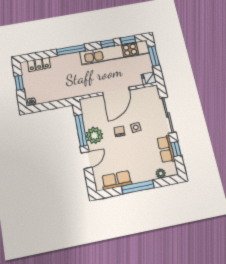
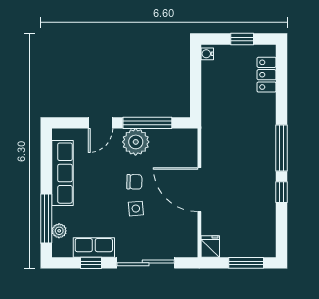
window: (128, 40) -> (281, 227), removed
window: (71, 50) -> (281, 148), moved
kitchen unit: (115, 52) -> (264, 201), removed
door: (87, 160) -> (101, 123), hinge flipped
row of seats: (117, 180) -> (62, 173), width x1.48
window: (138, 187) -> (46, 219), moved

